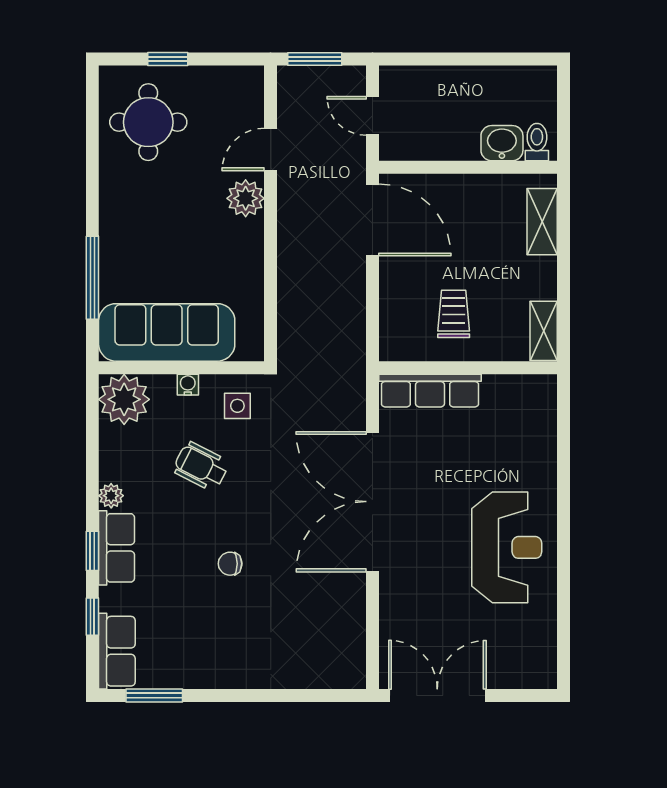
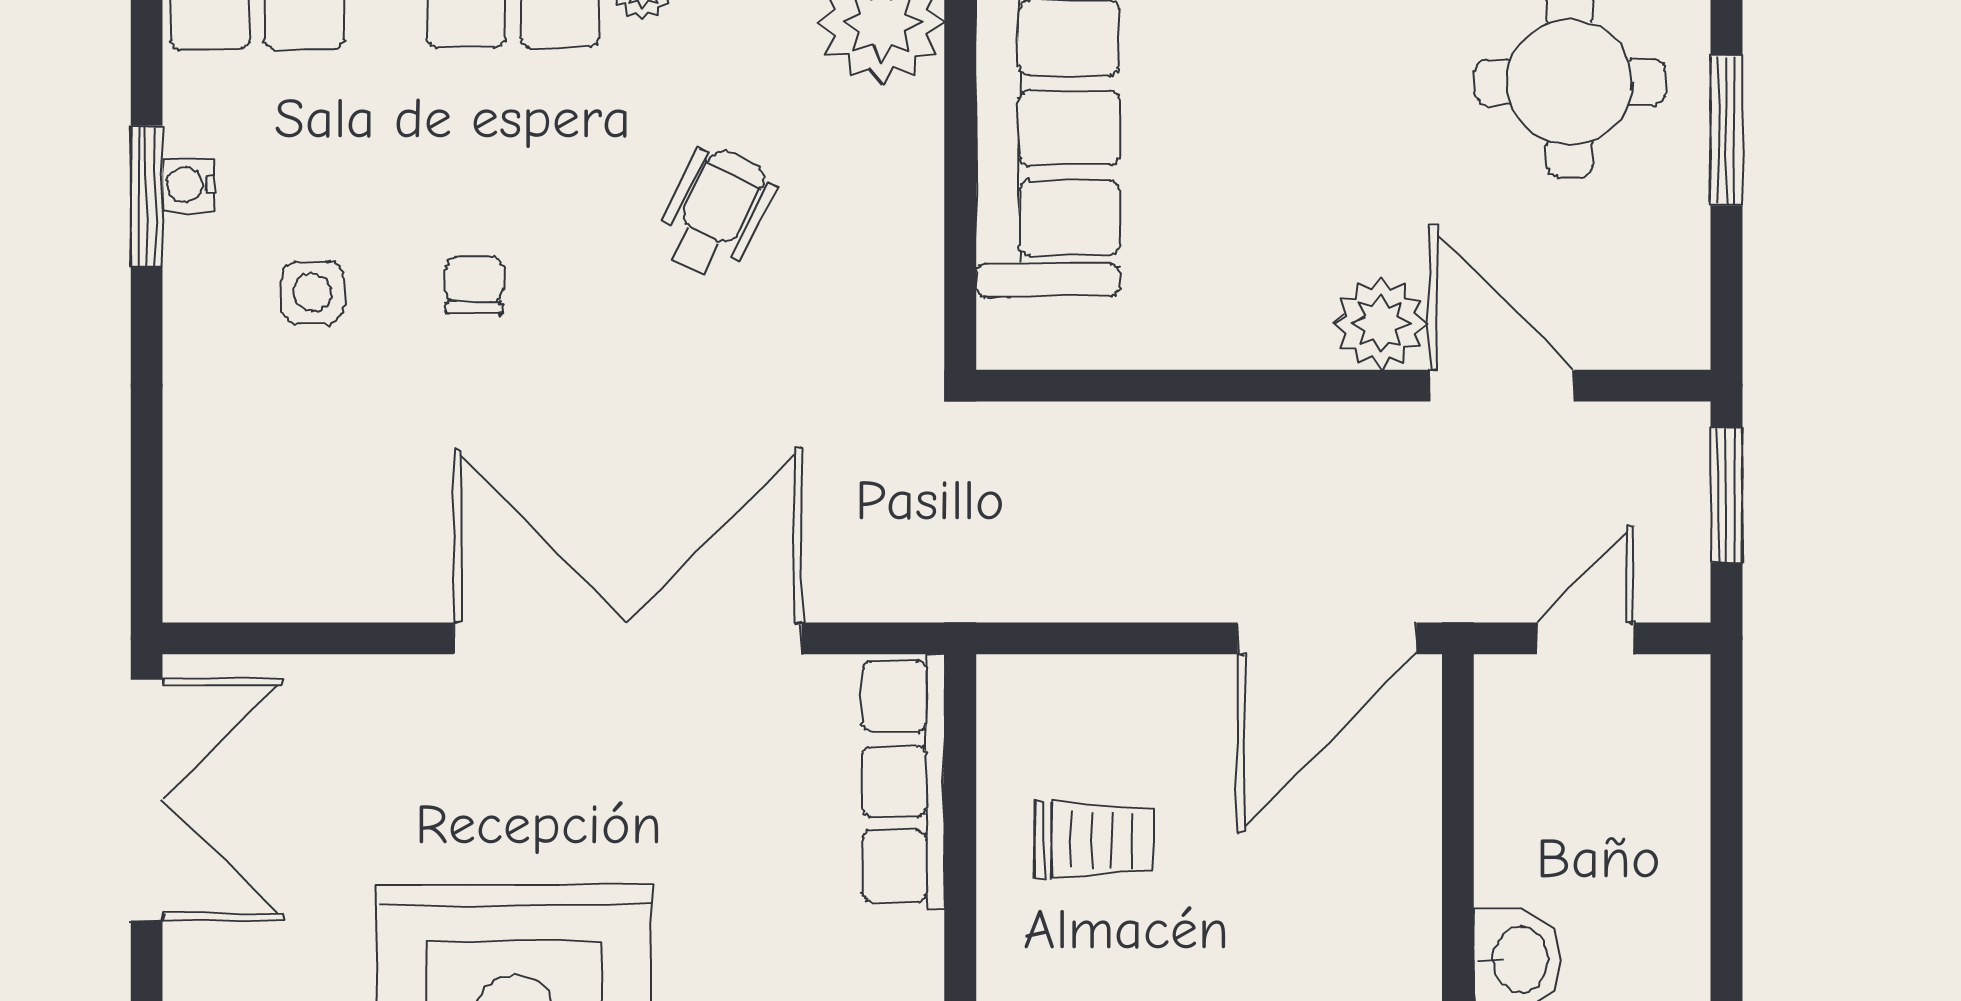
window: (168, 59) -> (1726, 130), width x1.50
door: (271, 149) -> (1502, 386), width x1.38
water cooler: (188, 385) -> (189, 185), moved, turned 180
side table: (237, 406) -> (312, 292), moved
window: (154, 695) -> (147, 196), moved

